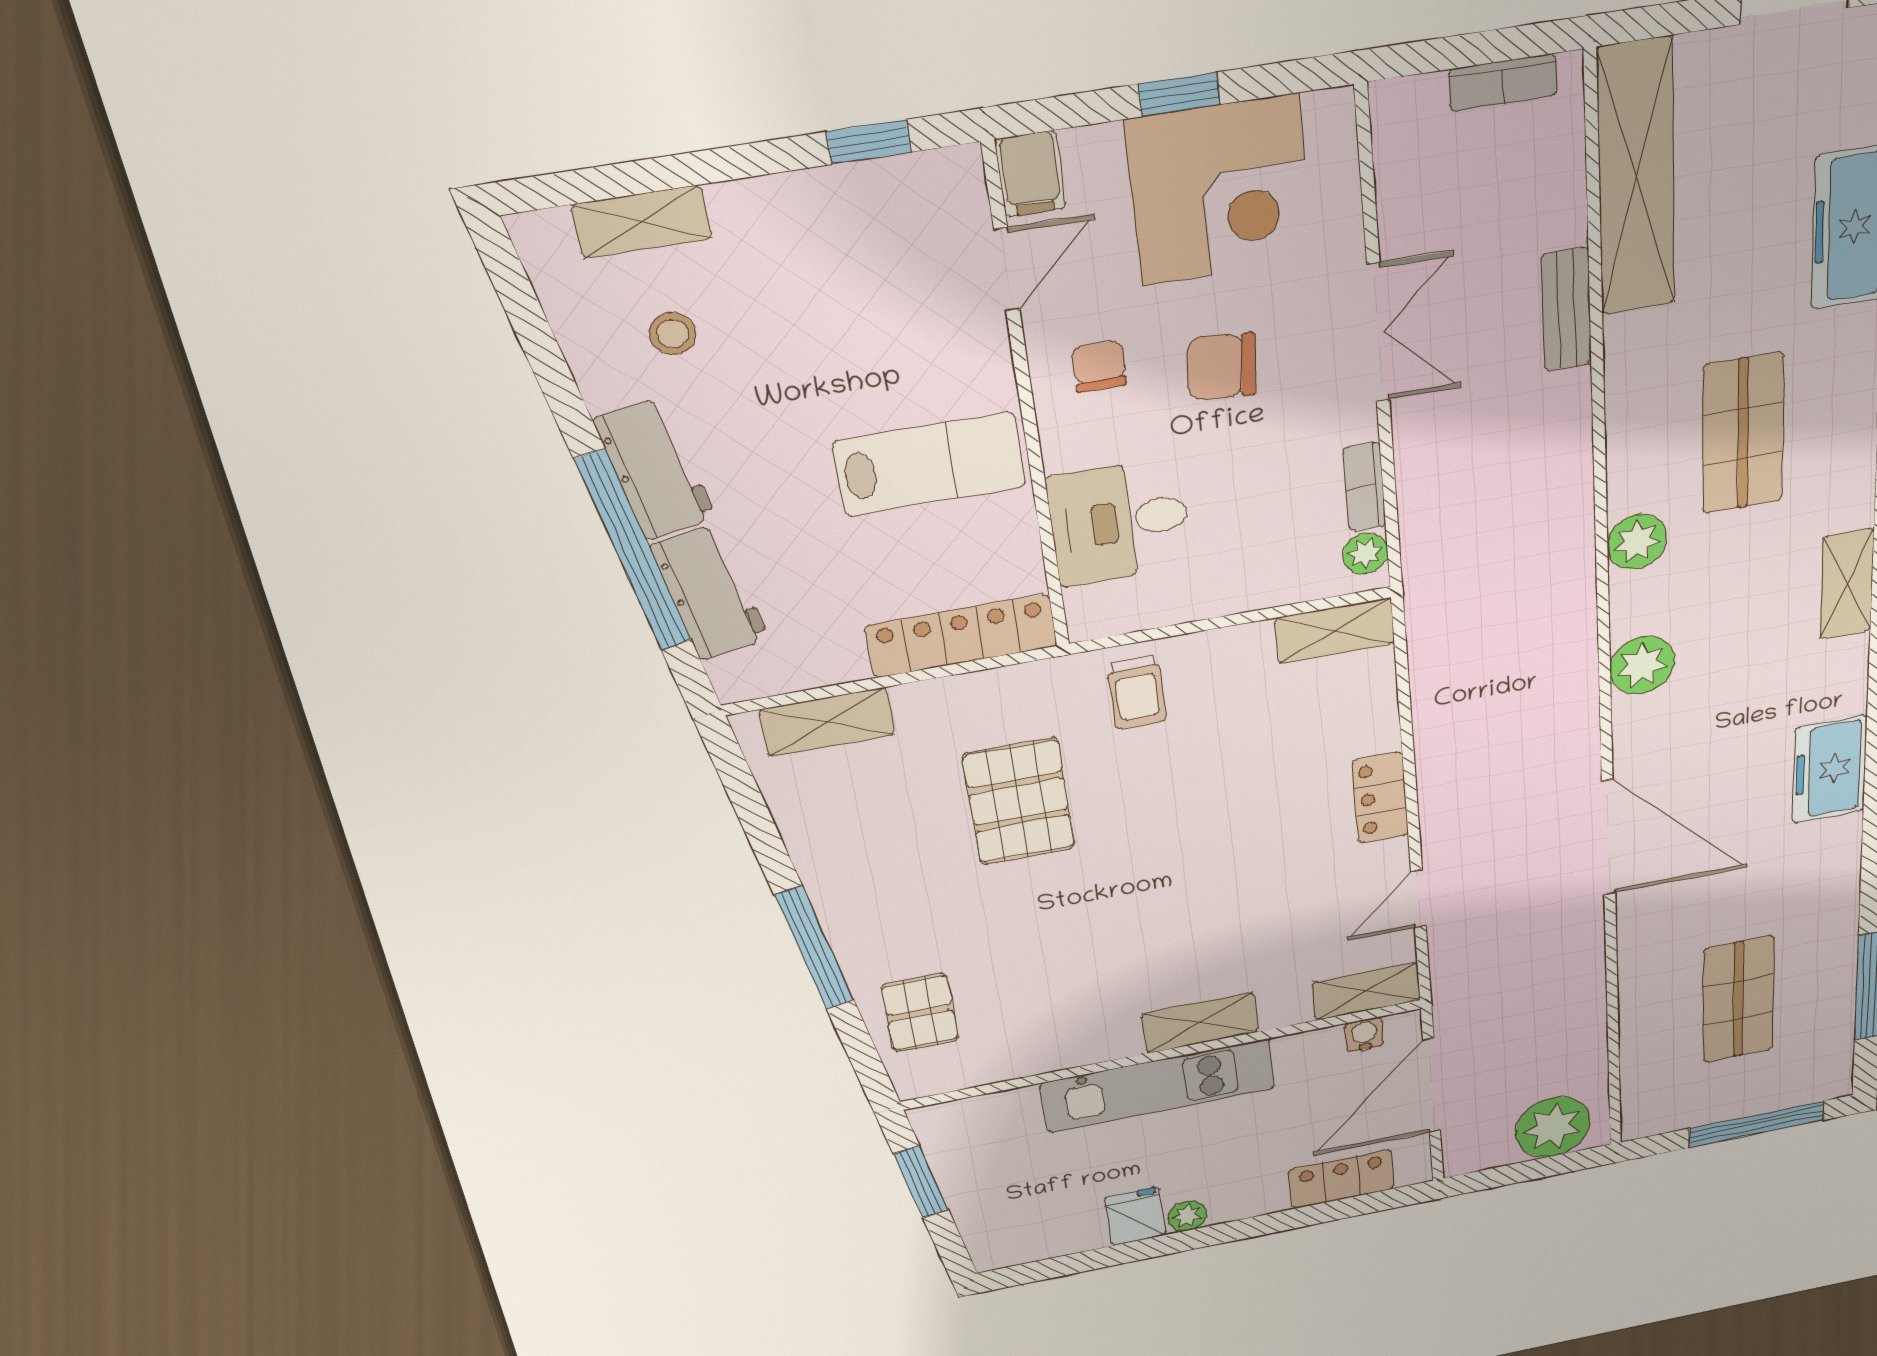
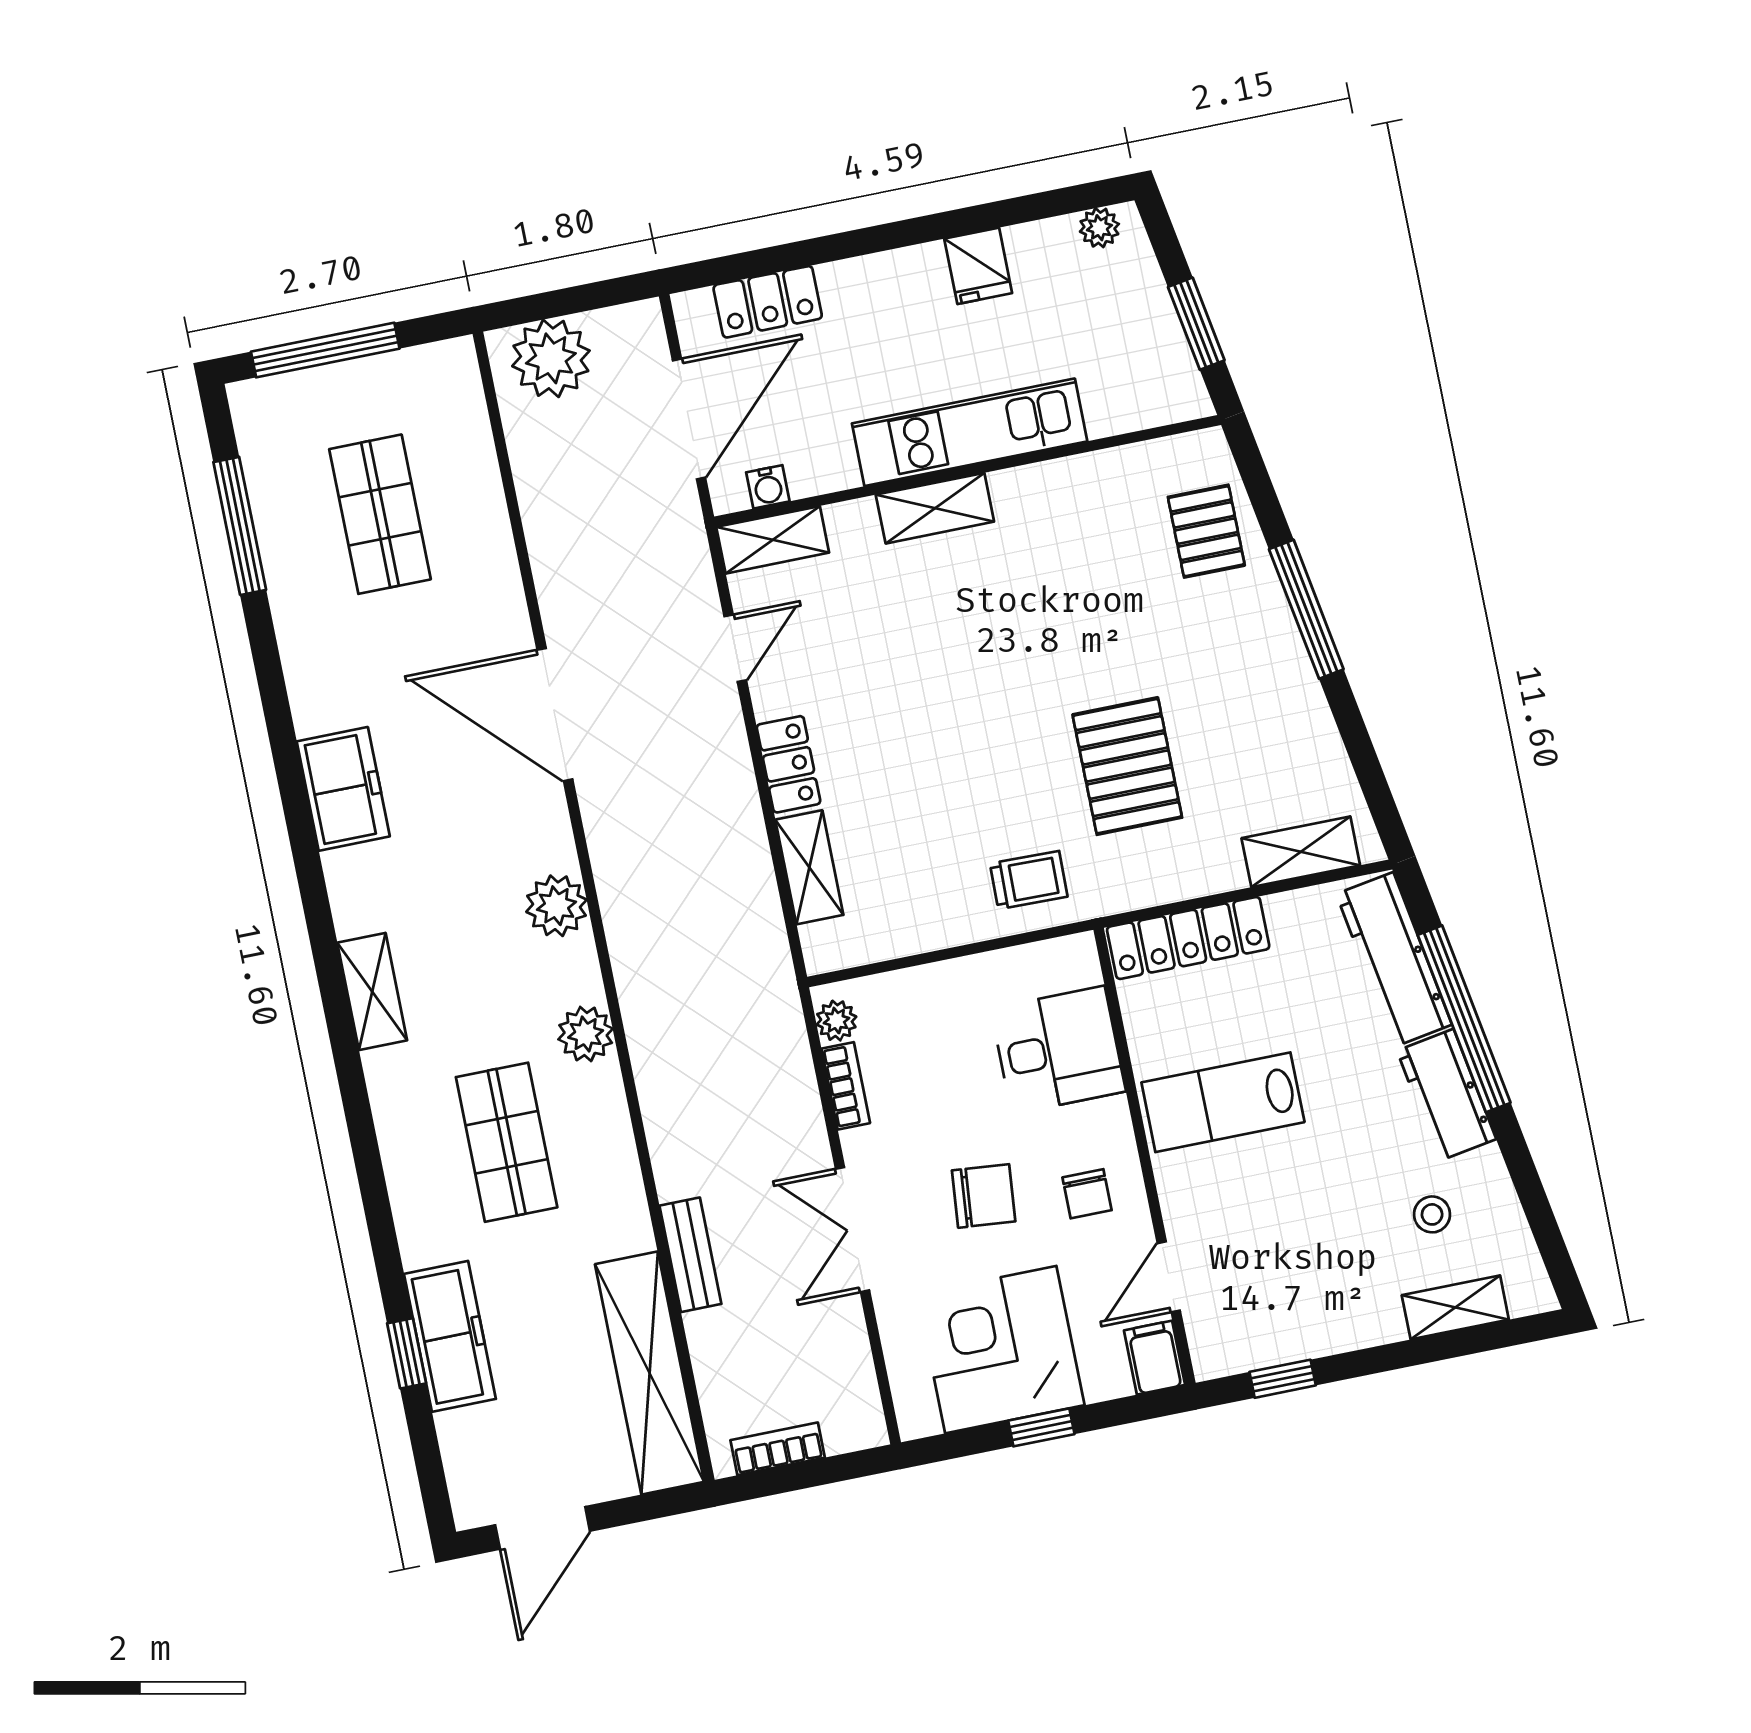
workbench: (710, 593) -> (1394, 959), width x1.37
shelving: (1335, 631) -> (809, 867), moved, turned 90
trolley: (1137, 692) -> (1029, 880), turned 91
plant: (1187, 1216) -> (1099, 228), moved

